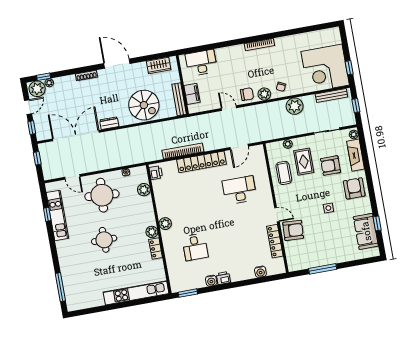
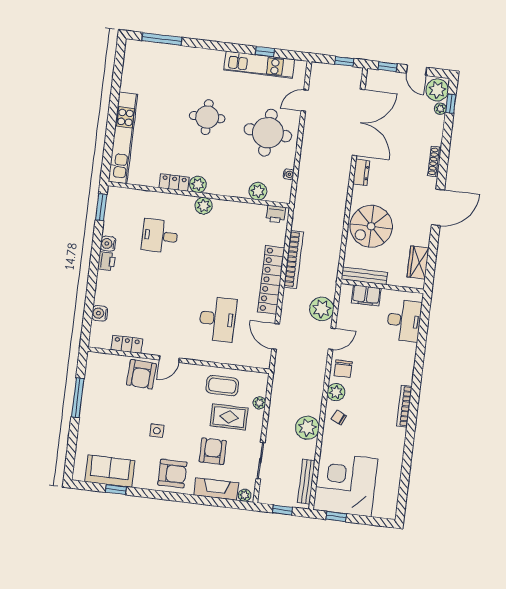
plant: (211, 121) -> (322, 309), added
locker: (275, 241) -> (127, 344), width x0.66

